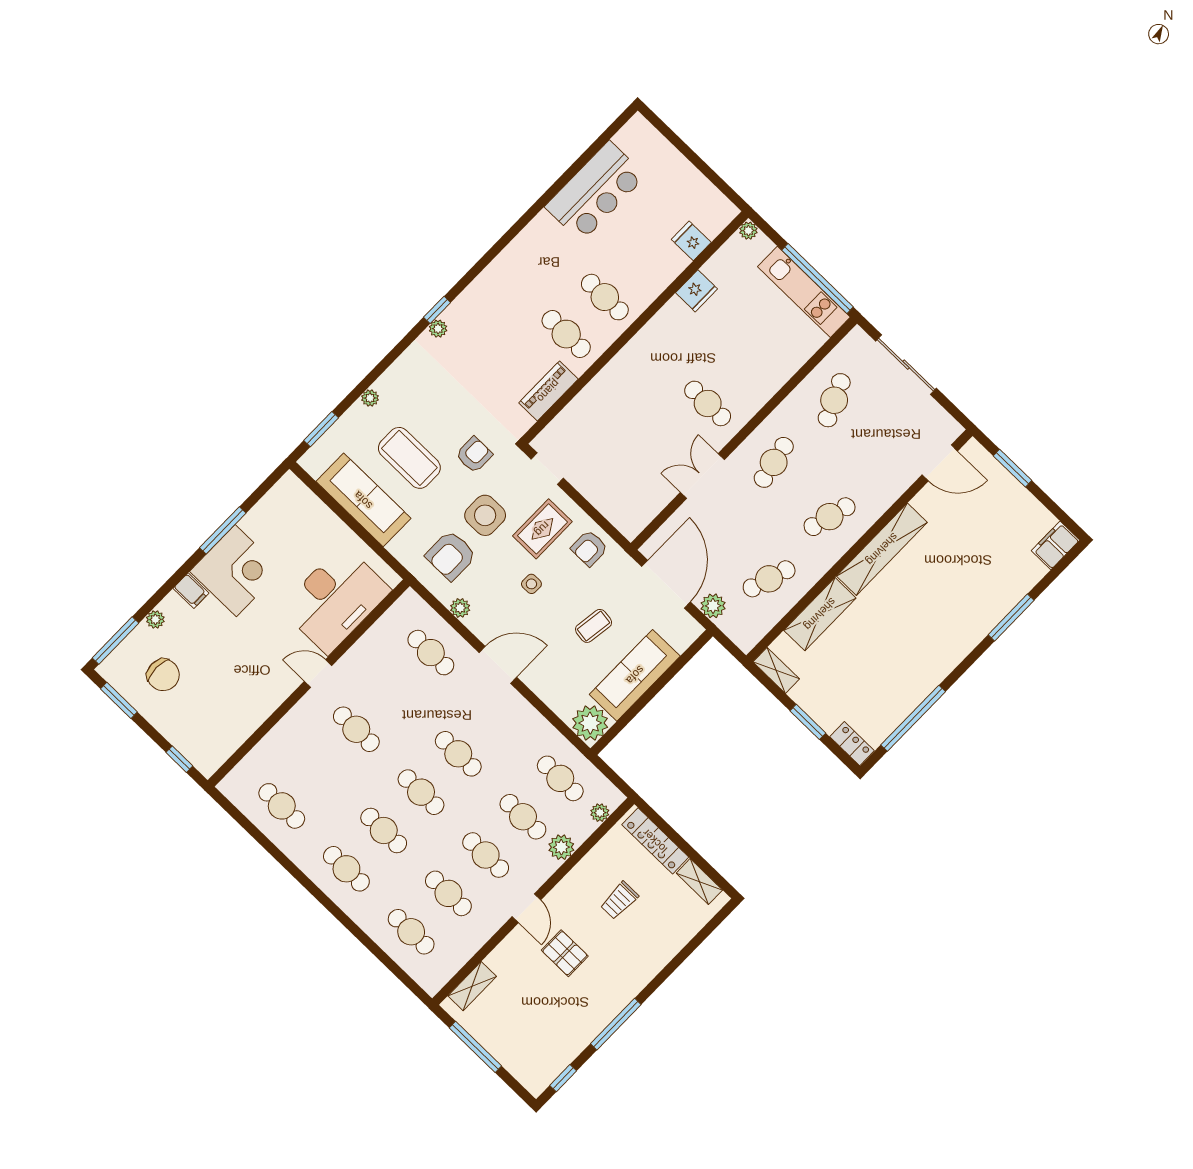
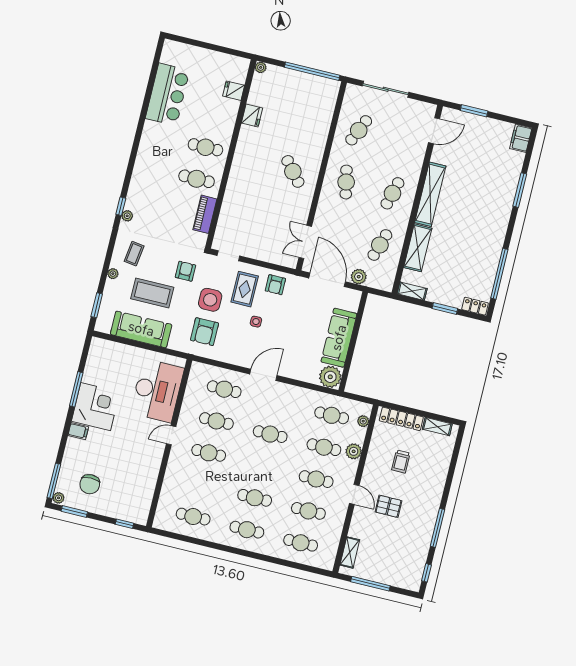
kitchen unit: (804, 292) -> (309, 83), removed
cafe table: (834, 400) -> (359, 130), turned 48
cafe table: (708, 403) -> (293, 171), turned 50
double door: (702, 476) -> (305, 242), moved
plant: (460, 608) -> (226, 356), removed
plant: (155, 619) -> (59, 498), moved
coffee table: (594, 626) -> (134, 254), moved
chair: (163, 675) -> (90, 484), turned 90
cafe table: (421, 792) -> (216, 421), moved

